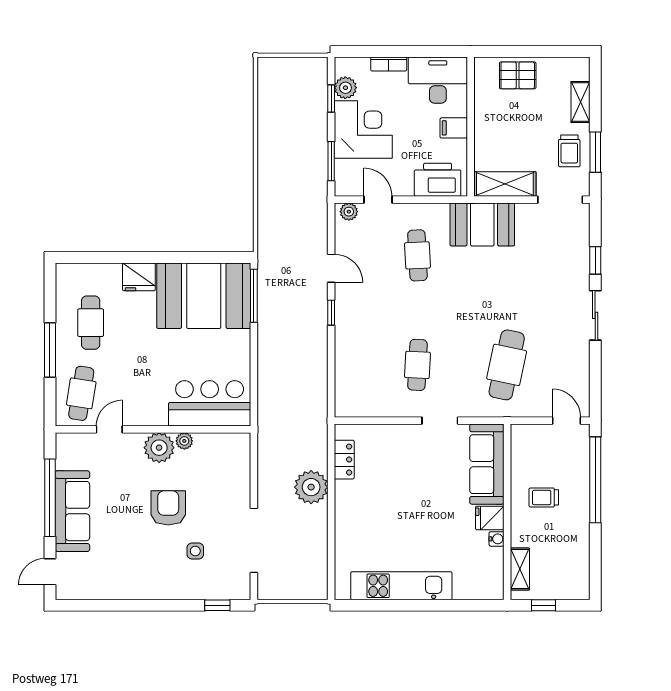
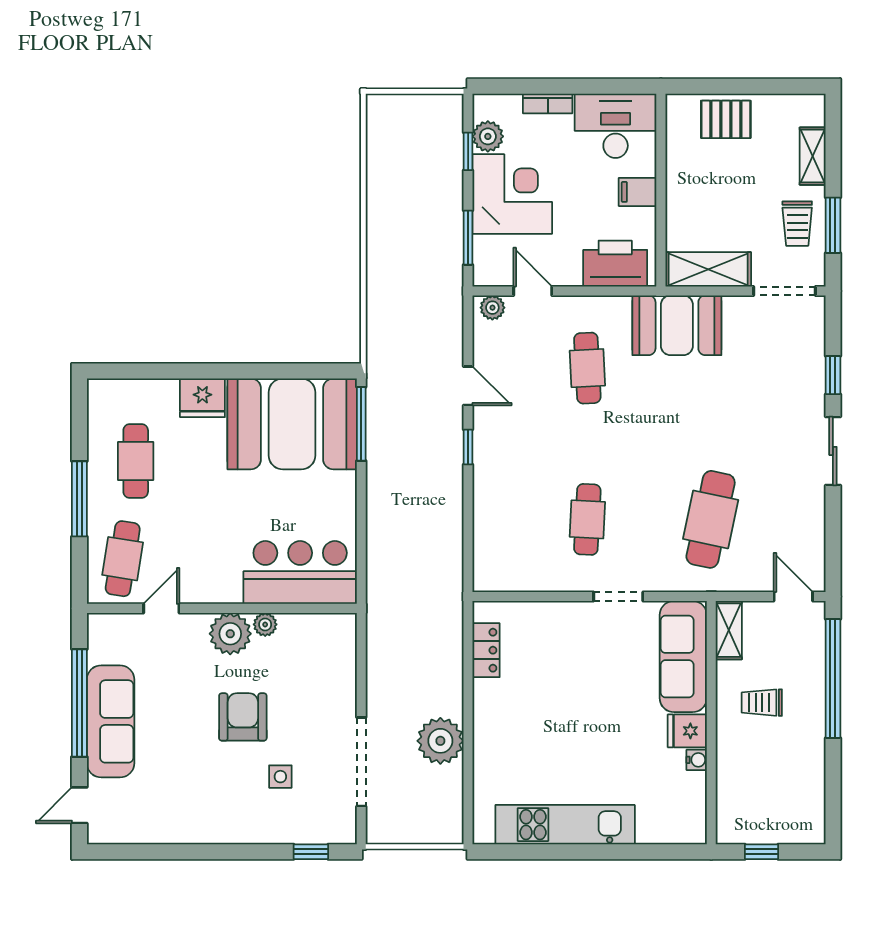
plant: (311, 487) -> (440, 741), moved
shelving: (520, 569) -> (729, 630), moved

